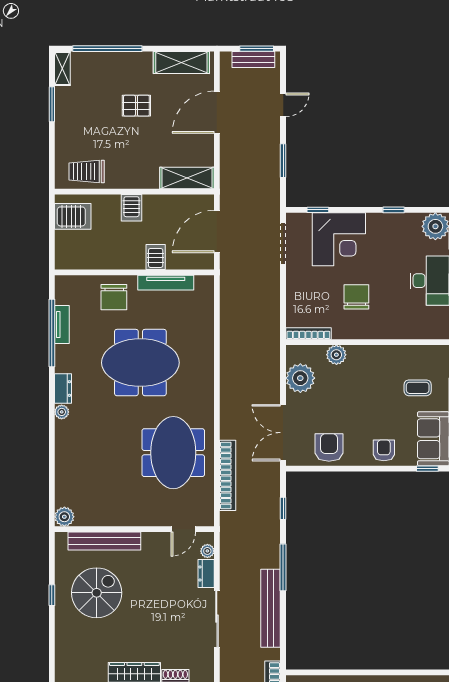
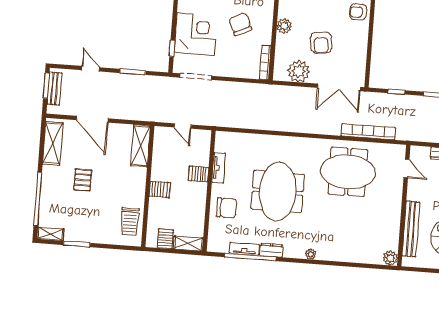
server rack: (73, 216) -> (165, 239), width x0.73, depth x0.70
door: (217, 231) -> (183, 126), width x0.53
shelving: (63, 250) -> (188, 244), added
tv unit: (166, 283) -> (219, 168), width x0.71
chair: (356, 297) -> (240, 24), turned 65
plant: (336, 355) -> (284, 26), moved
dresser: (63, 389) -> (271, 250), moved
armchair: (329, 448) -> (321, 43), moved, turned -95
plant: (207, 551) -> (424, 152), removed

